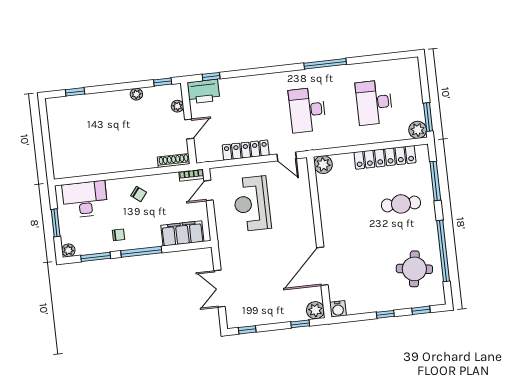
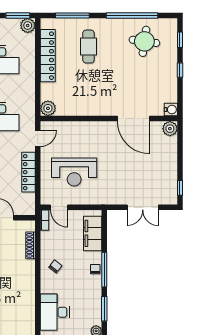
shoe rack: (174, 161) -> (31, 245), moved
chair: (118, 235) -> (95, 269), moved
window: (300, 324) -> (180, 143), removed

